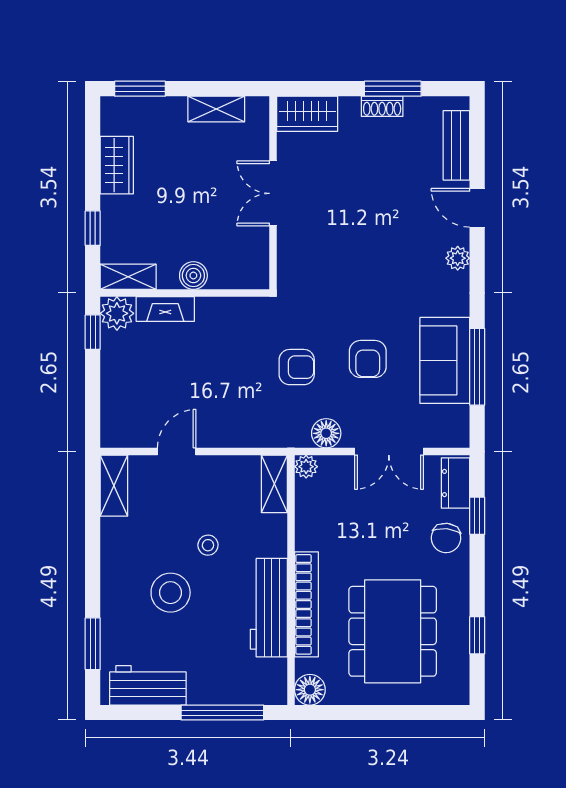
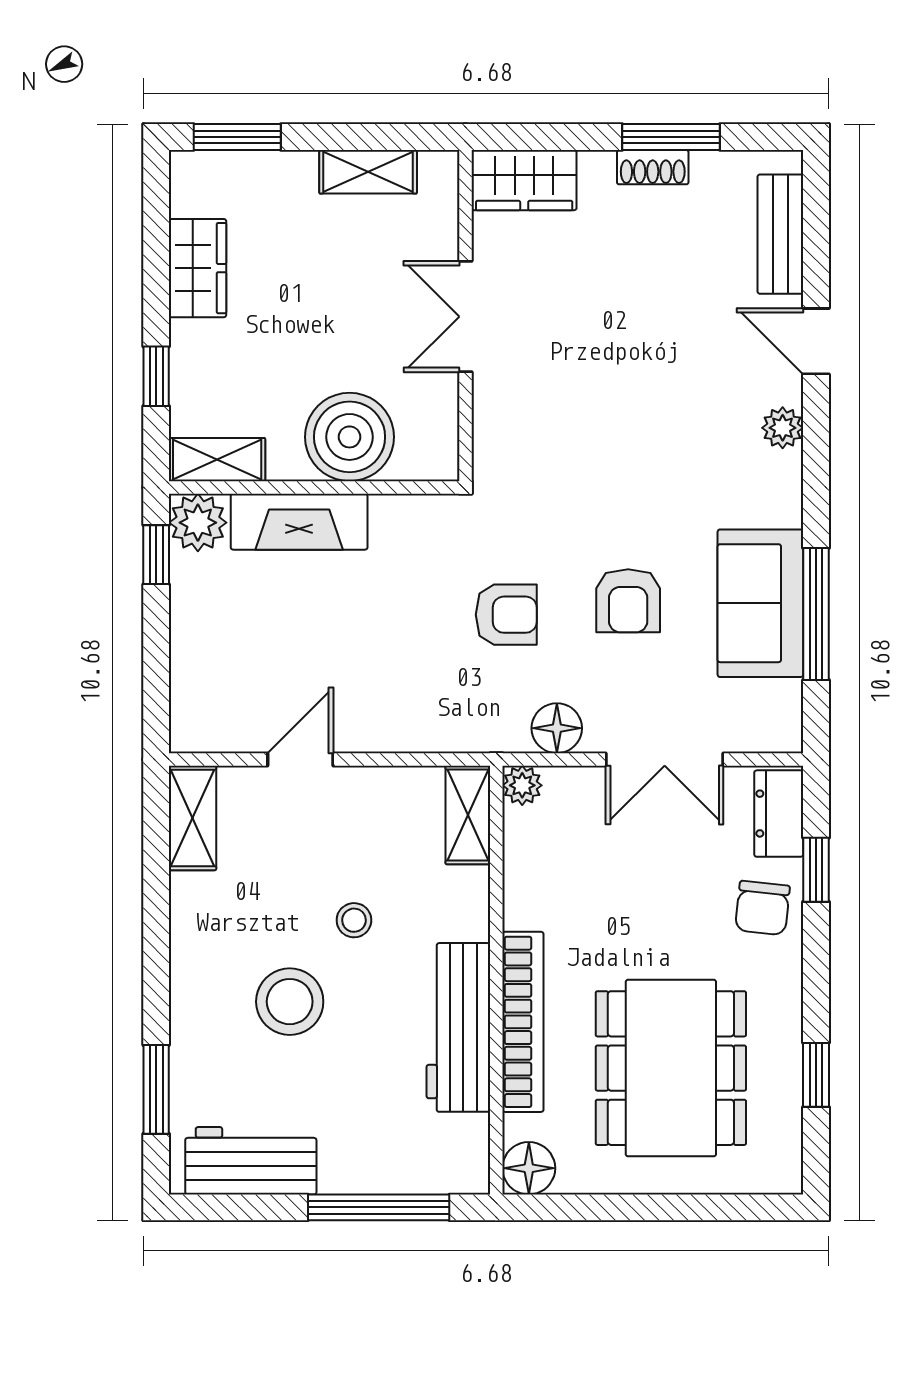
boiler: (193, 276) -> (350, 437), width x1.86, depth x1.86
fireplace: (165, 309) -> (299, 522), width x1.37, depth x1.32

